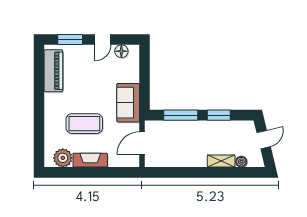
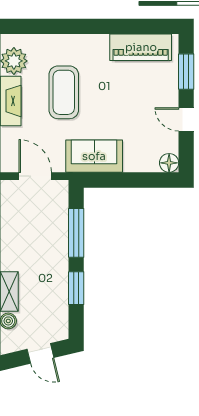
floor lamp: (121, 51) -> (169, 163), moved

